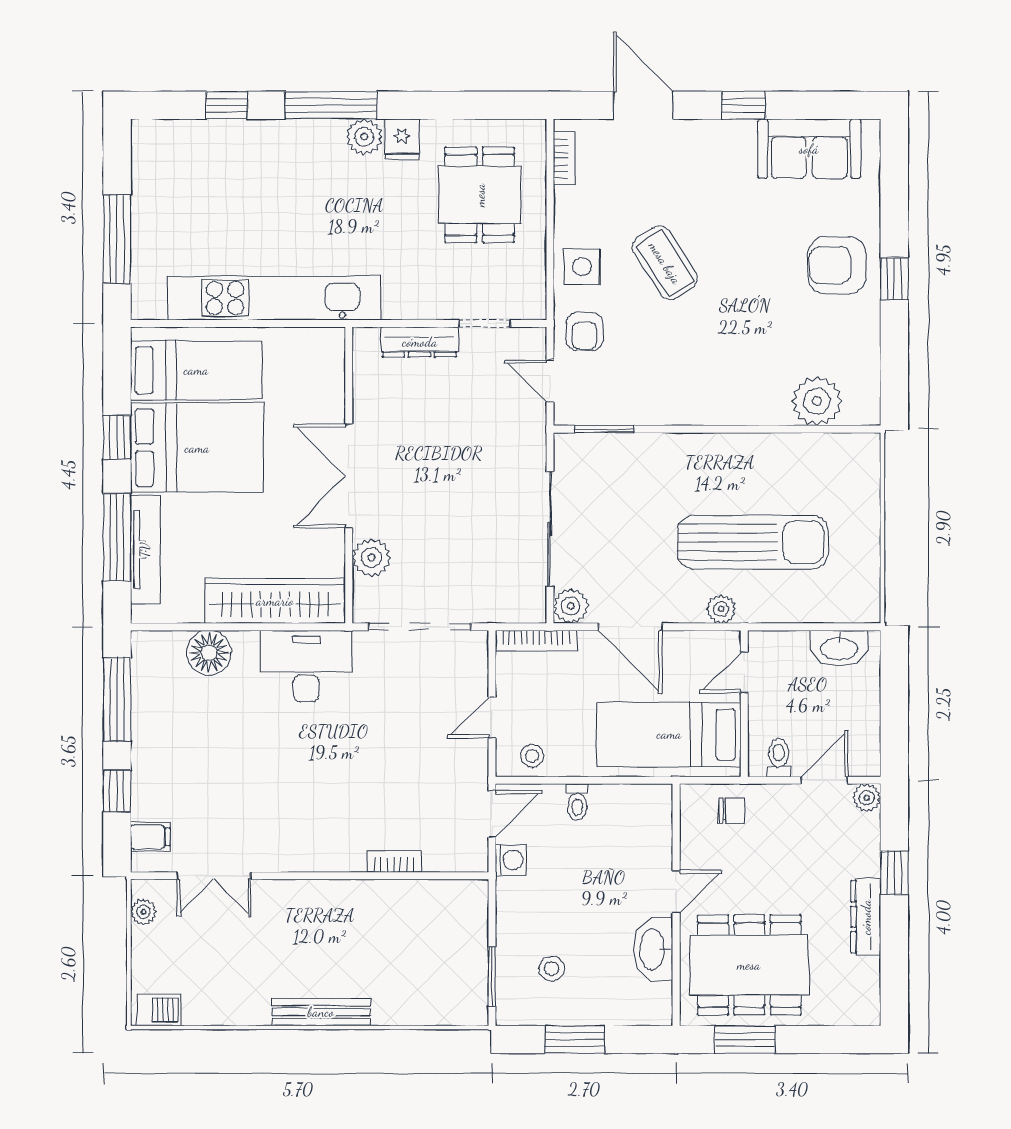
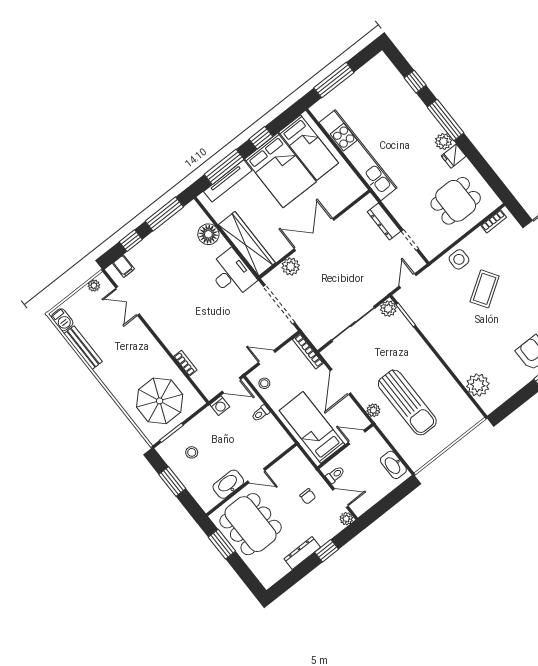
armchair: (585, 331) -> (436, 279), removed
plant: (571, 606) -> (388, 309), moved
chair: (732, 810) -> (308, 496), moved
parasol: (423, 954) -> (160, 401), added
bench: (321, 1012) -> (83, 348), moved

